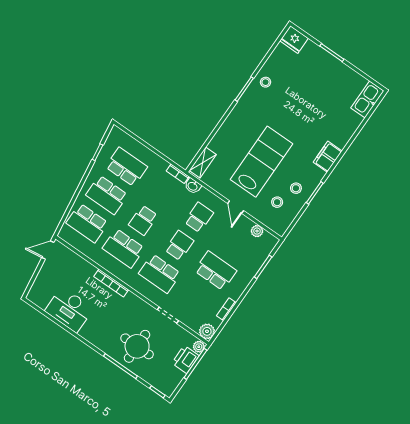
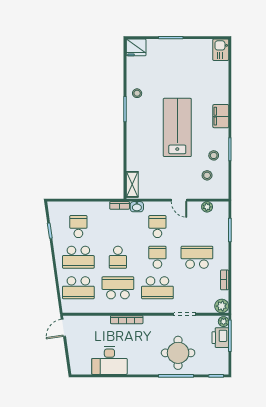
kitchen sink: (367, 99) -> (221, 50), width x0.73
lab bench: (262, 162) -> (177, 127), moved
school desk: (126, 167) -> (78, 227), width x0.54
school desk: (123, 248) -> (118, 288), turned 180

